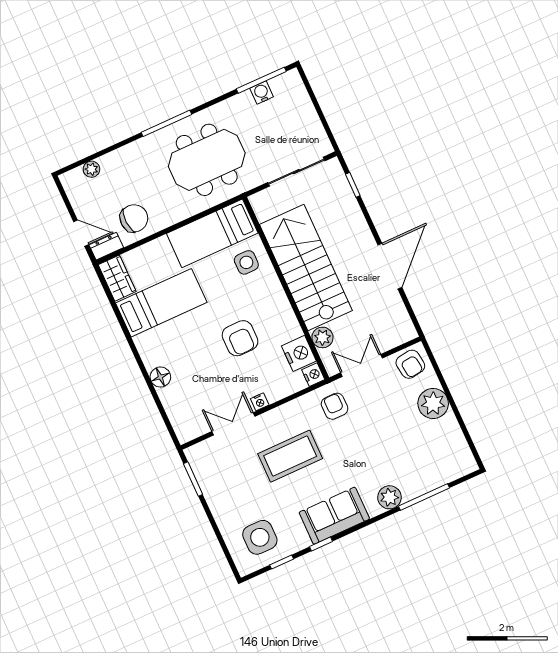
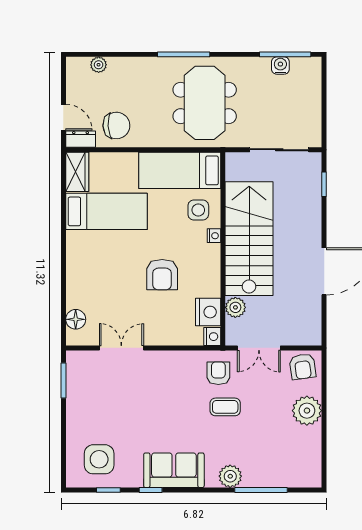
meeting table: (207, 160) -> (205, 103), turned 90
double door: (362, 365) -> (259, 348), swing flipped
floor lamp: (160, 377) -> (76, 319), moved
nightstand: (260, 402) -> (214, 236), moved, turned -90
coffee table: (290, 456) -> (225, 407), moved, width x0.54, depth x0.58

